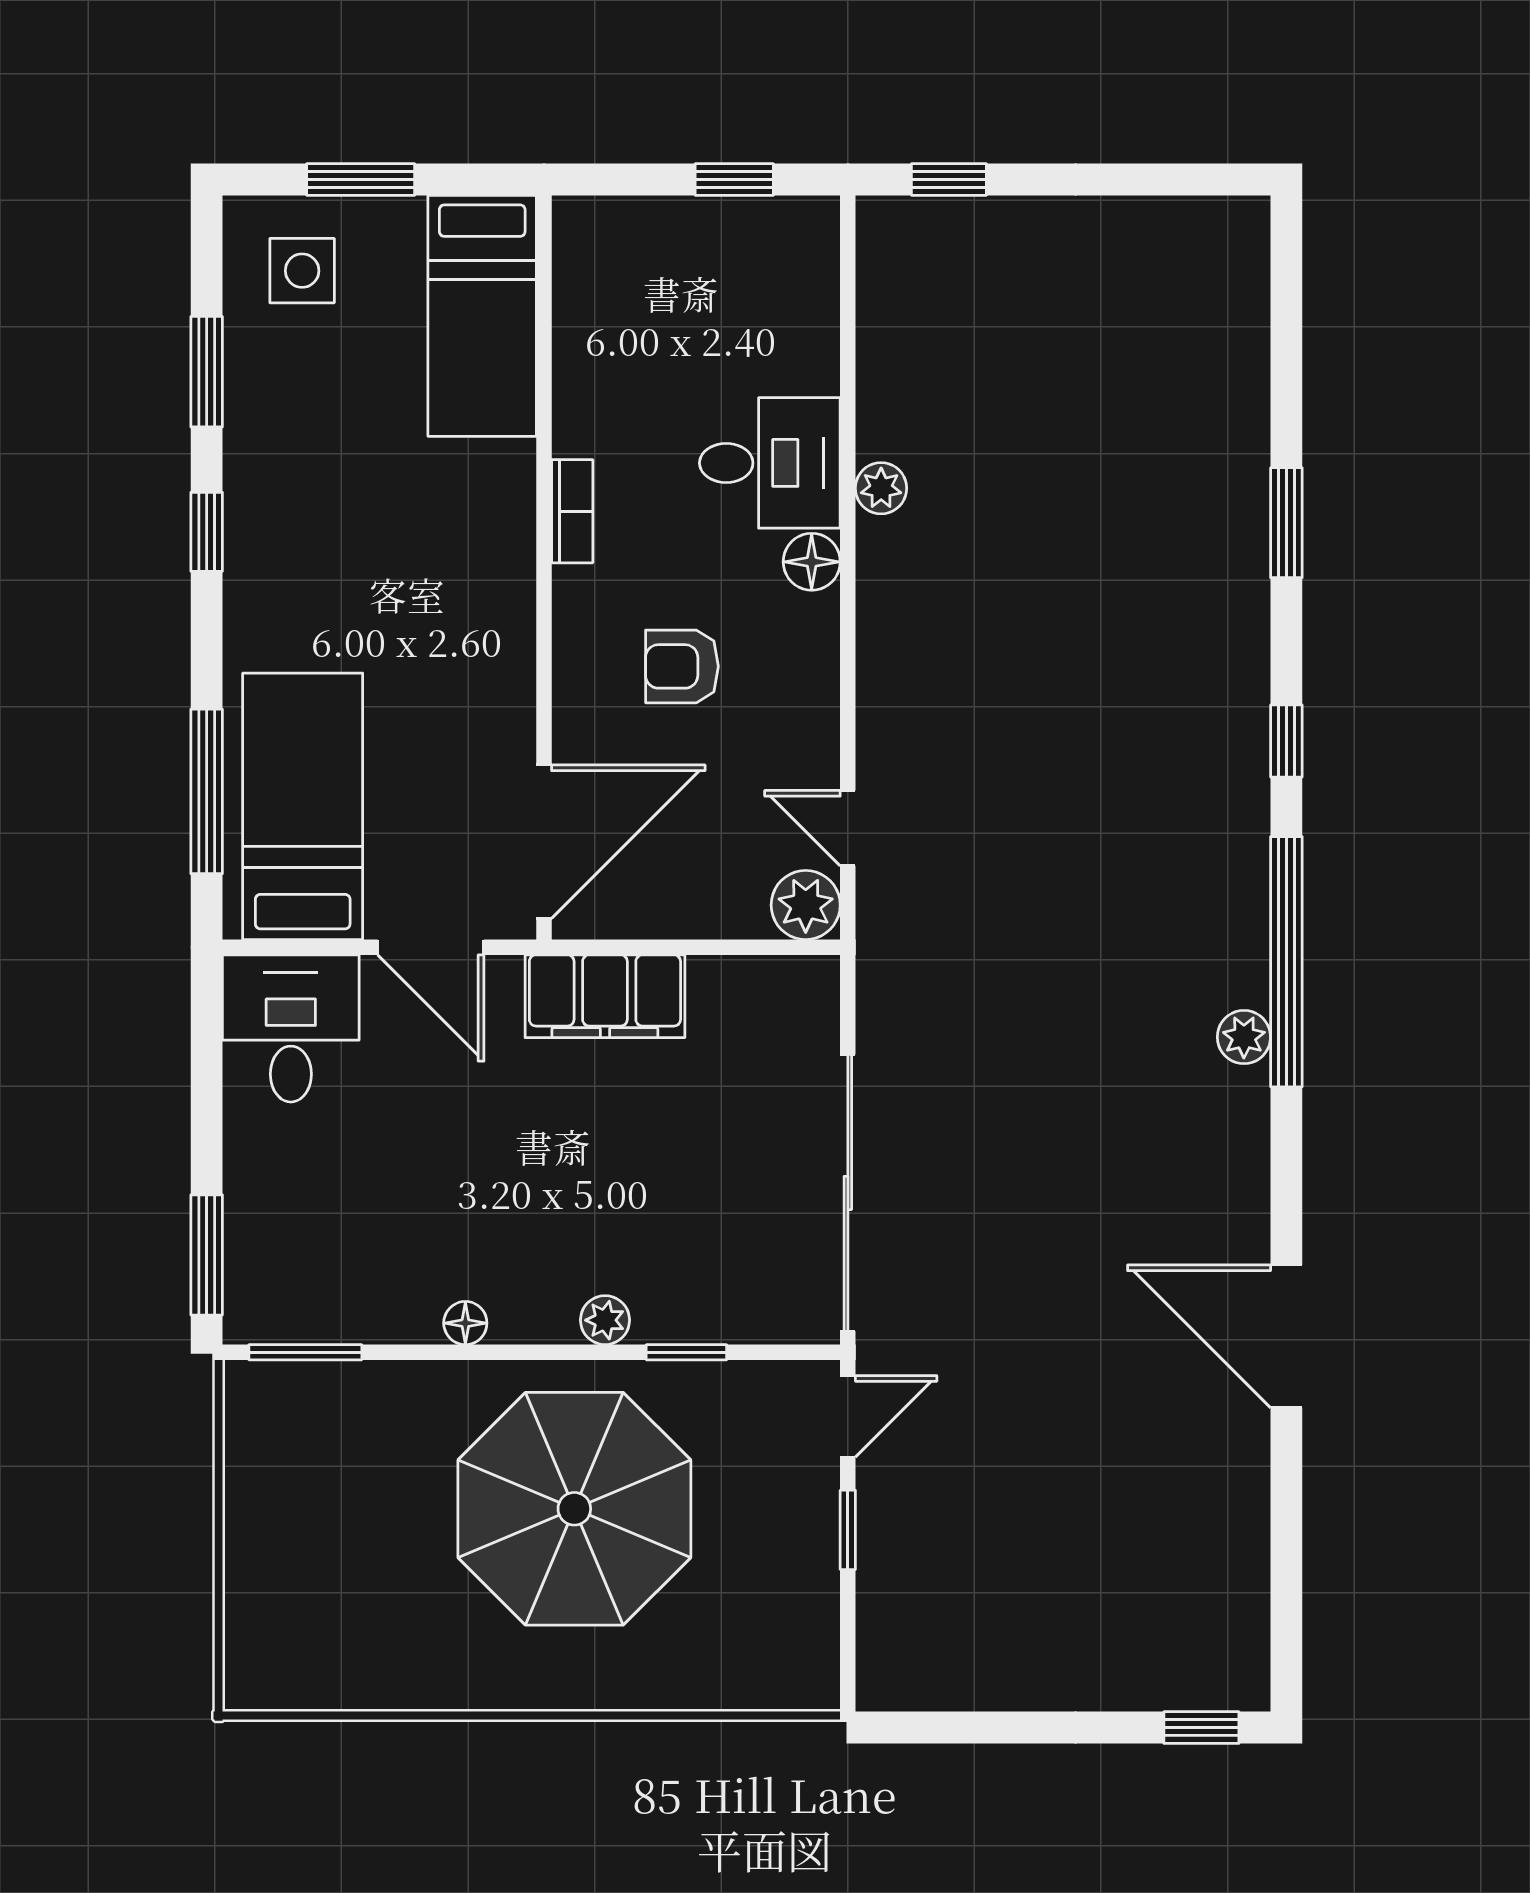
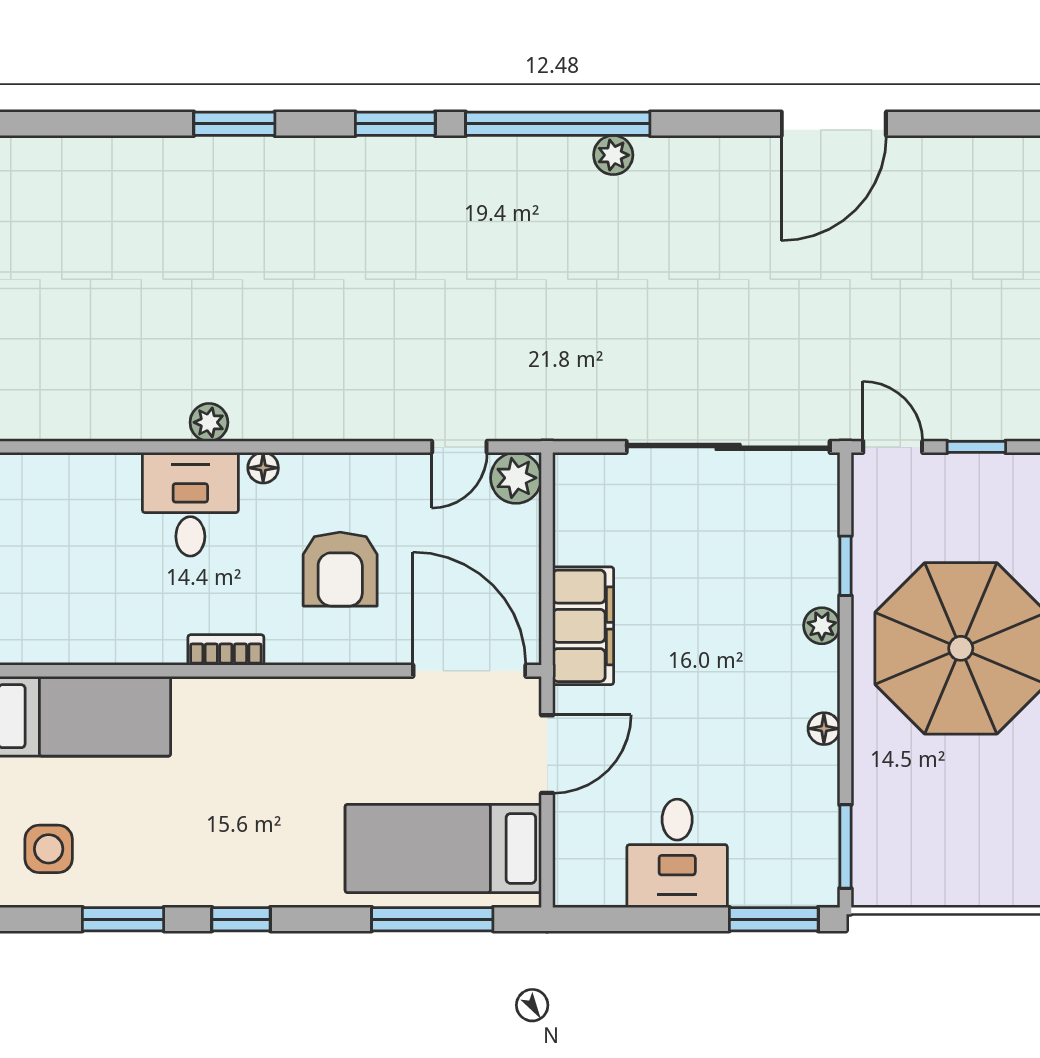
floor lamp: (812, 562) -> (263, 468), width x0.73, depth x0.73
armchair: (682, 666) -> (340, 569), width x1.38, depth x1.38
window: (1286, 741) -> (395, 124), width x1.50
desk: (291, 1028) -> (677, 853), moved, turned -90

